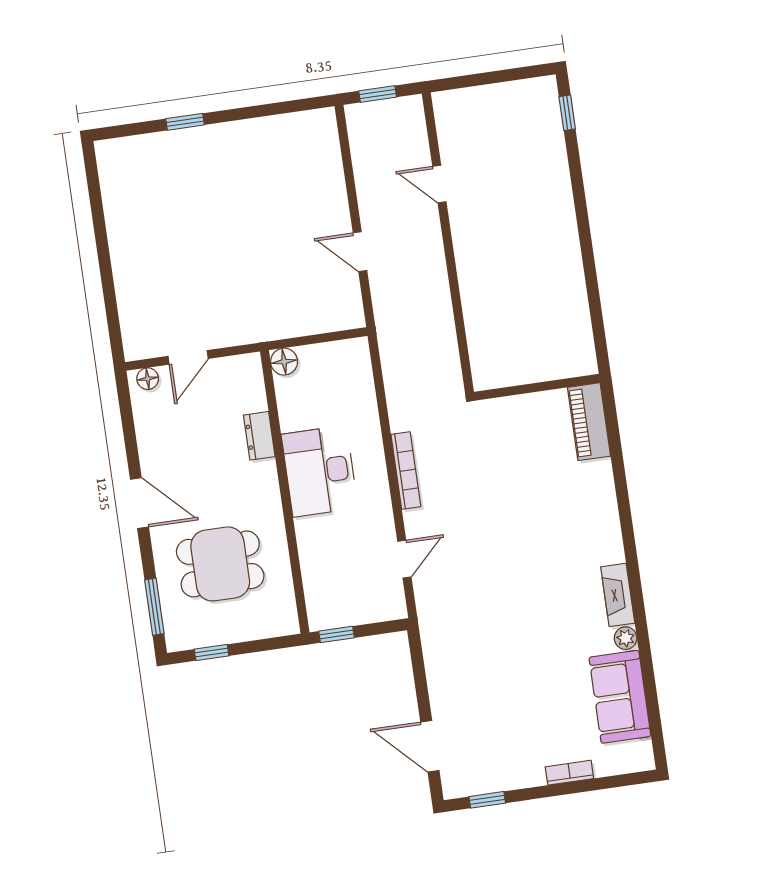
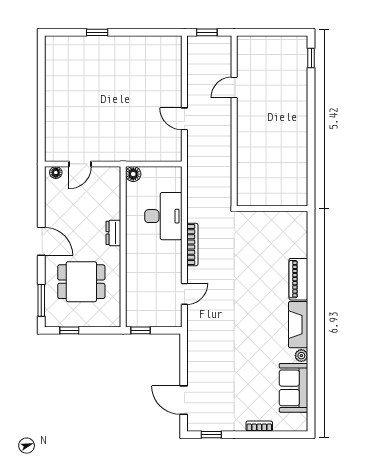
door: (439, 184) -> (234, 87), hinge flipped
piano: (589, 422) -> (298, 279), moved
dresser: (259, 436) -> (113, 233), moved
desk: (320, 471) -> (163, 216), moved, turned 180
fireplace: (618, 595) -> (298, 325), width x1.37, depth x1.32

